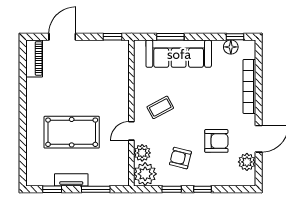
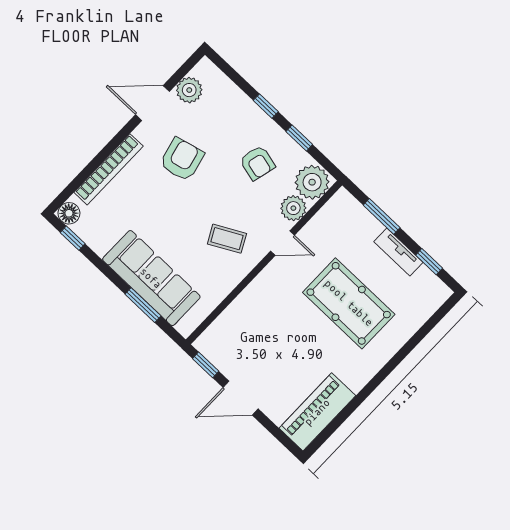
door: (62, 37) -> (241, 398), moved
floor lamp: (231, 47) -> (69, 213), moved
piano: (34, 58) -> (317, 412), width x1.37, depth x1.33
armchair: (216, 141) -> (182, 159), moved, turned 76

